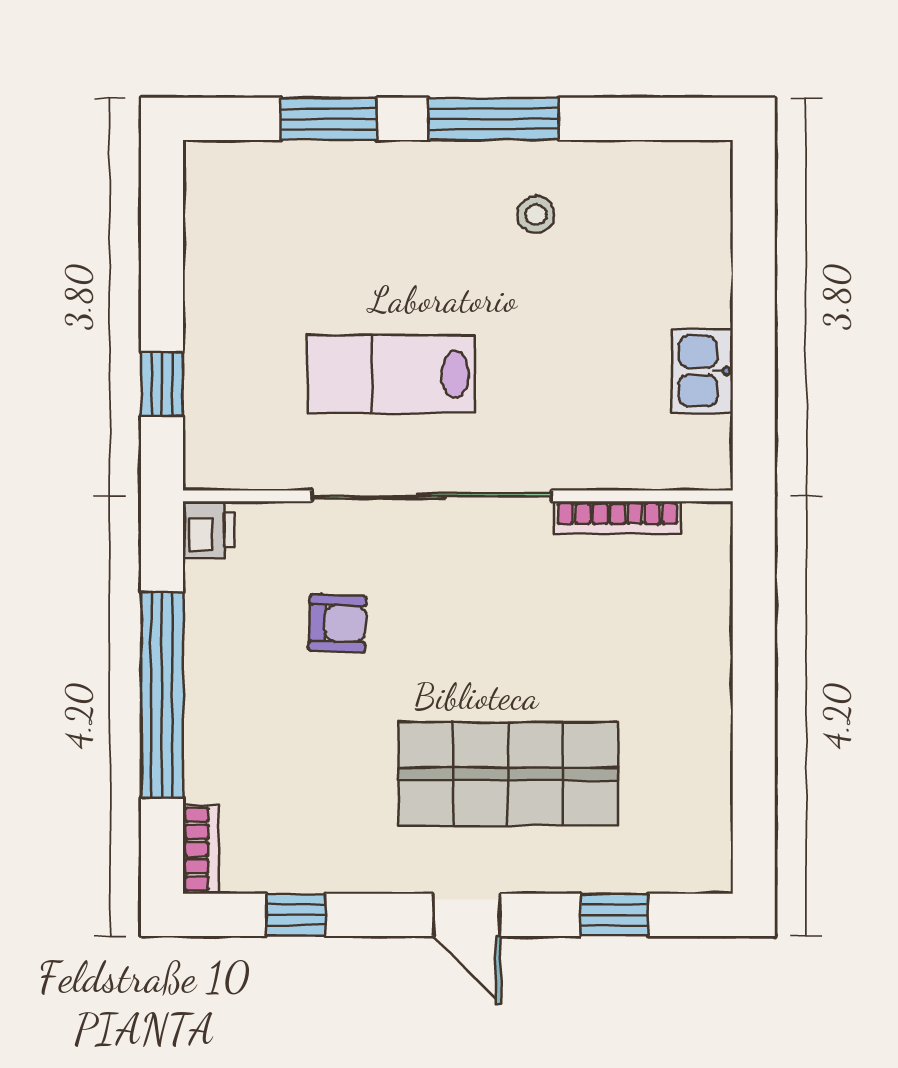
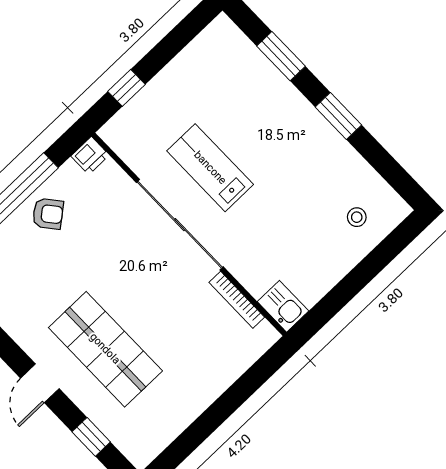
window: (494, 119) -> (338, 116), width x0.69
stool: (536, 214) -> (357, 217), moved
kitchen sink: (702, 371) -> (283, 306), moved, turned 90
armchair: (337, 623) -> (48, 214), moved, turned -41

